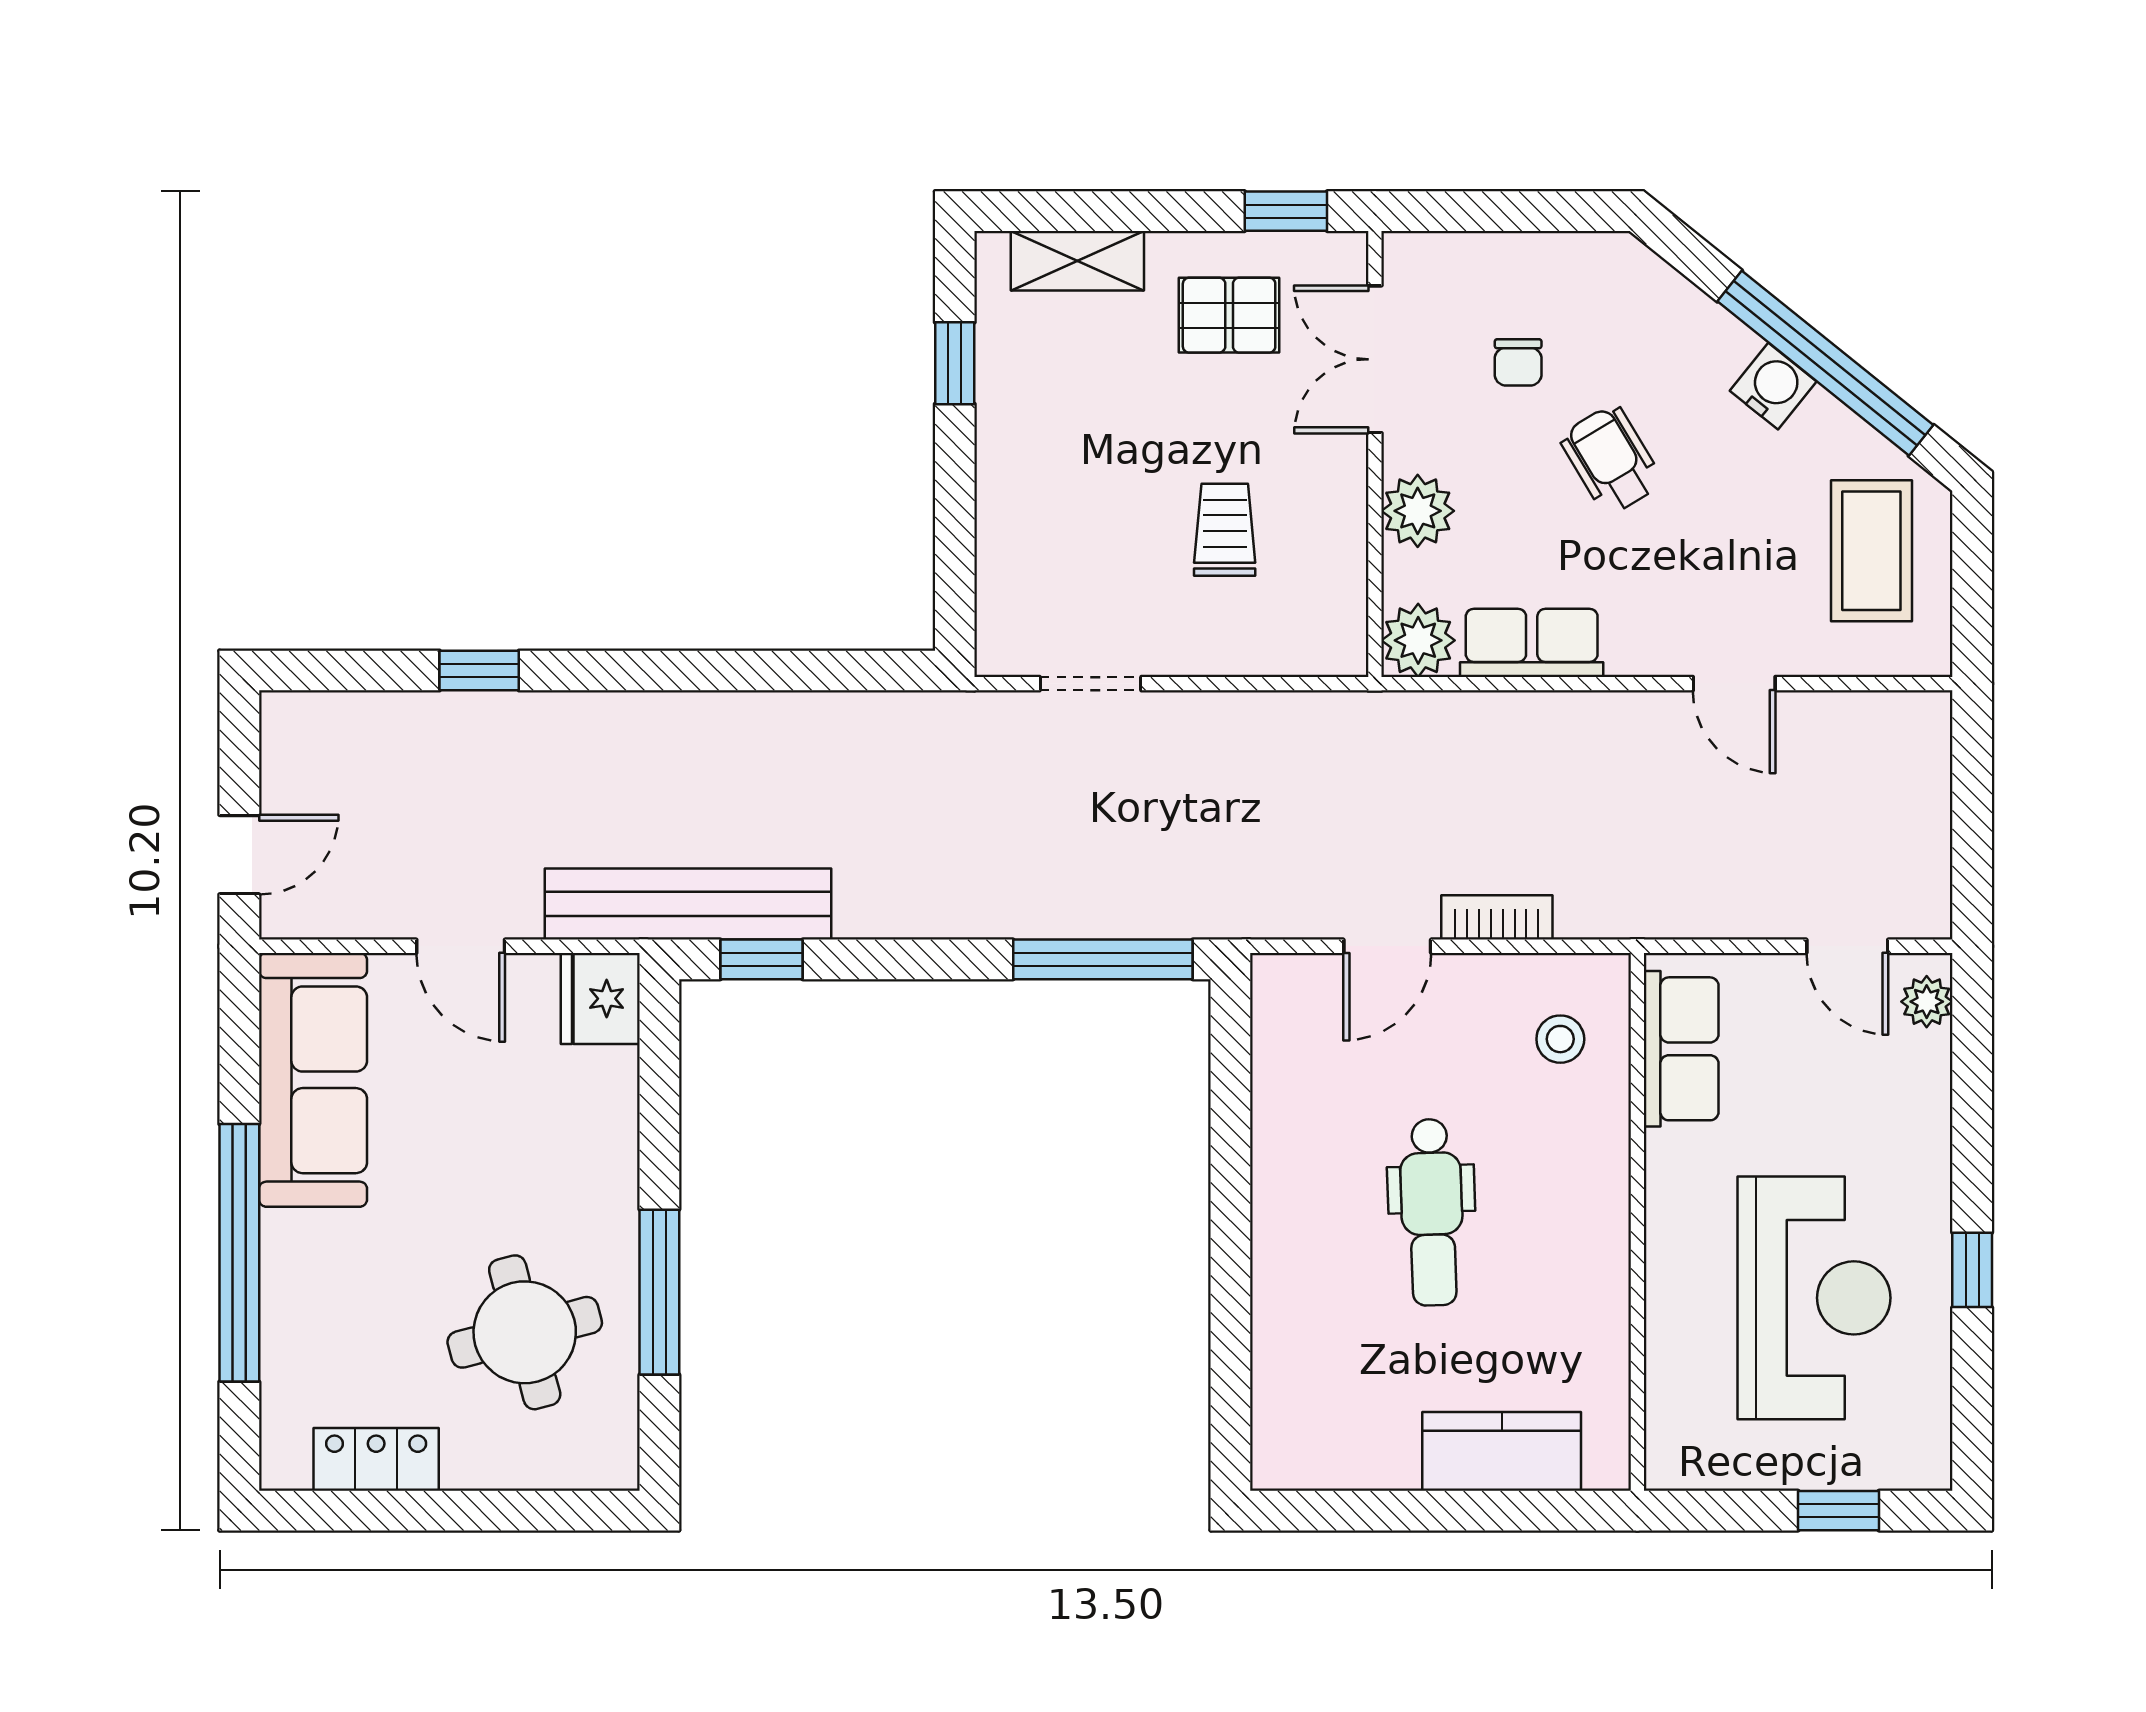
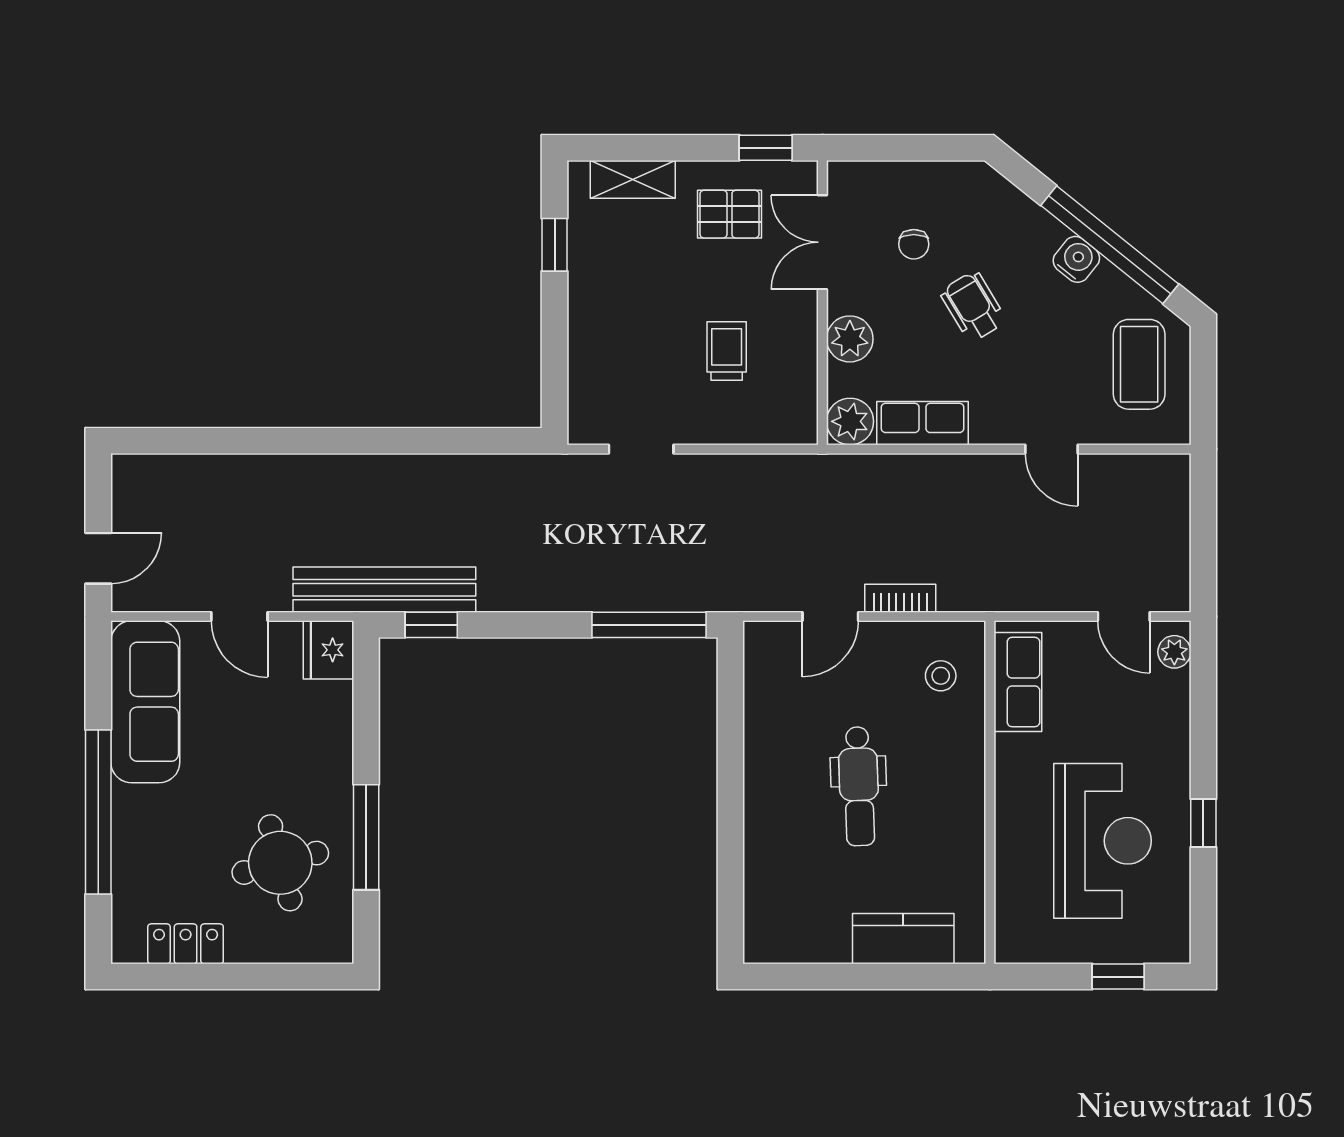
window: (479, 671) -> (251, 441), removed

